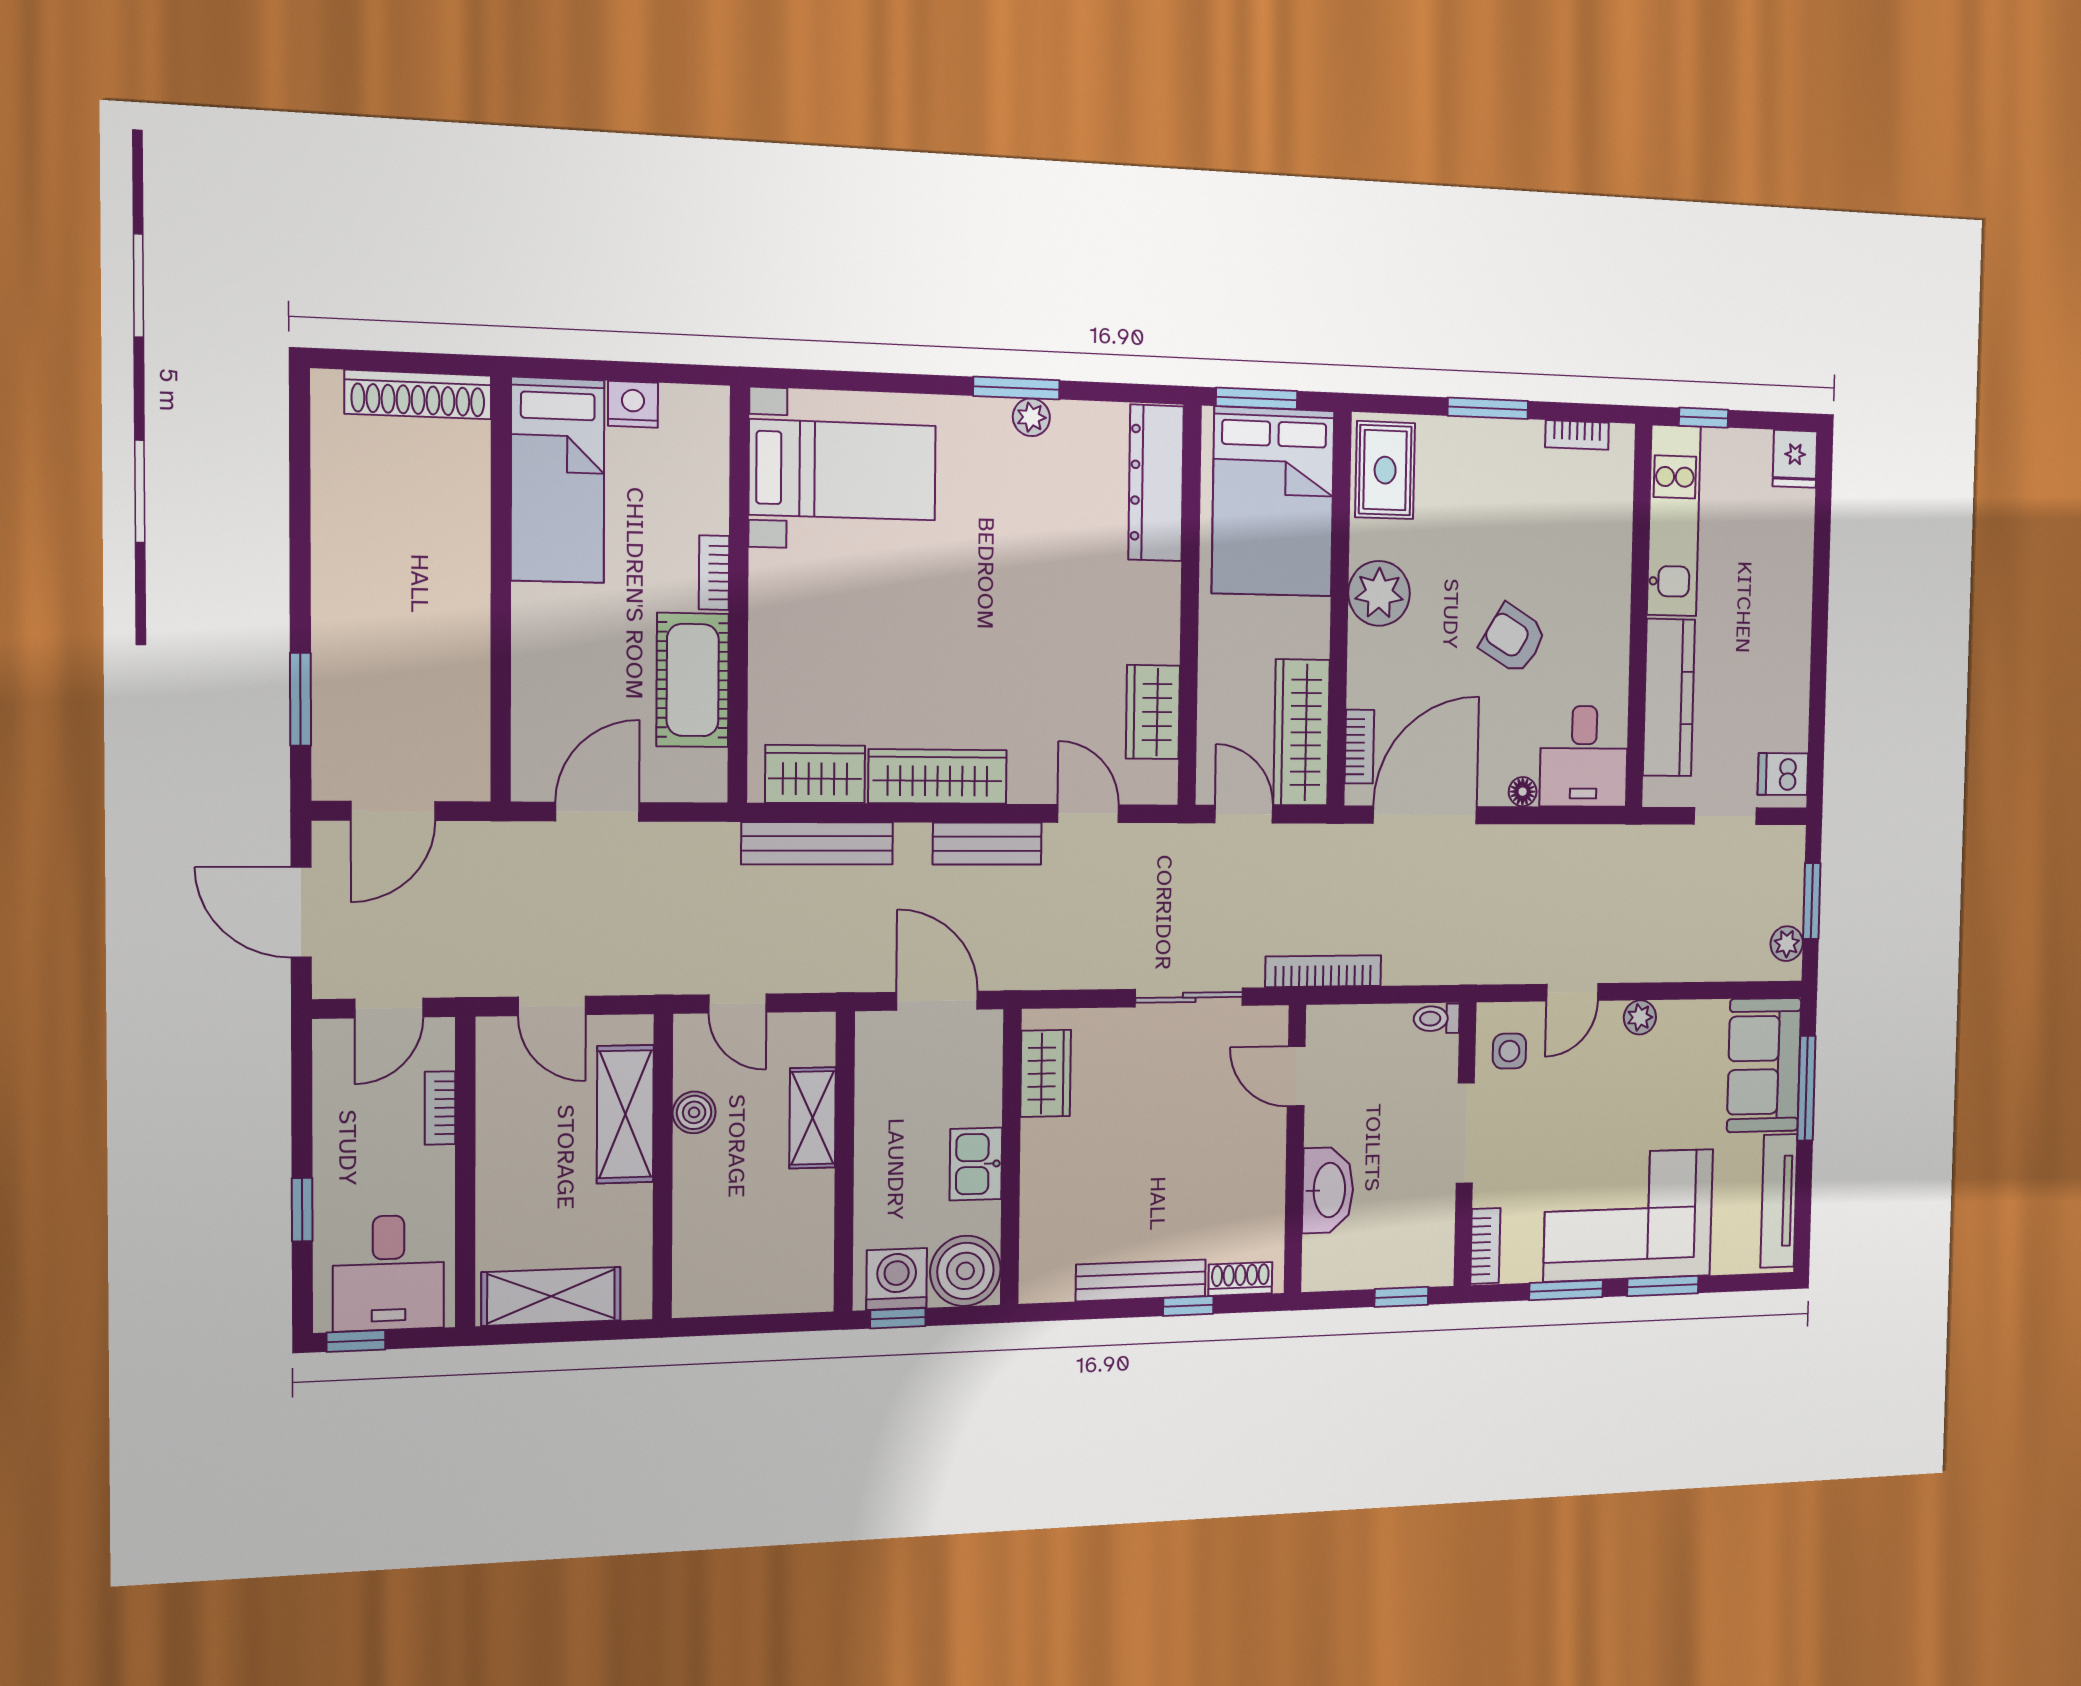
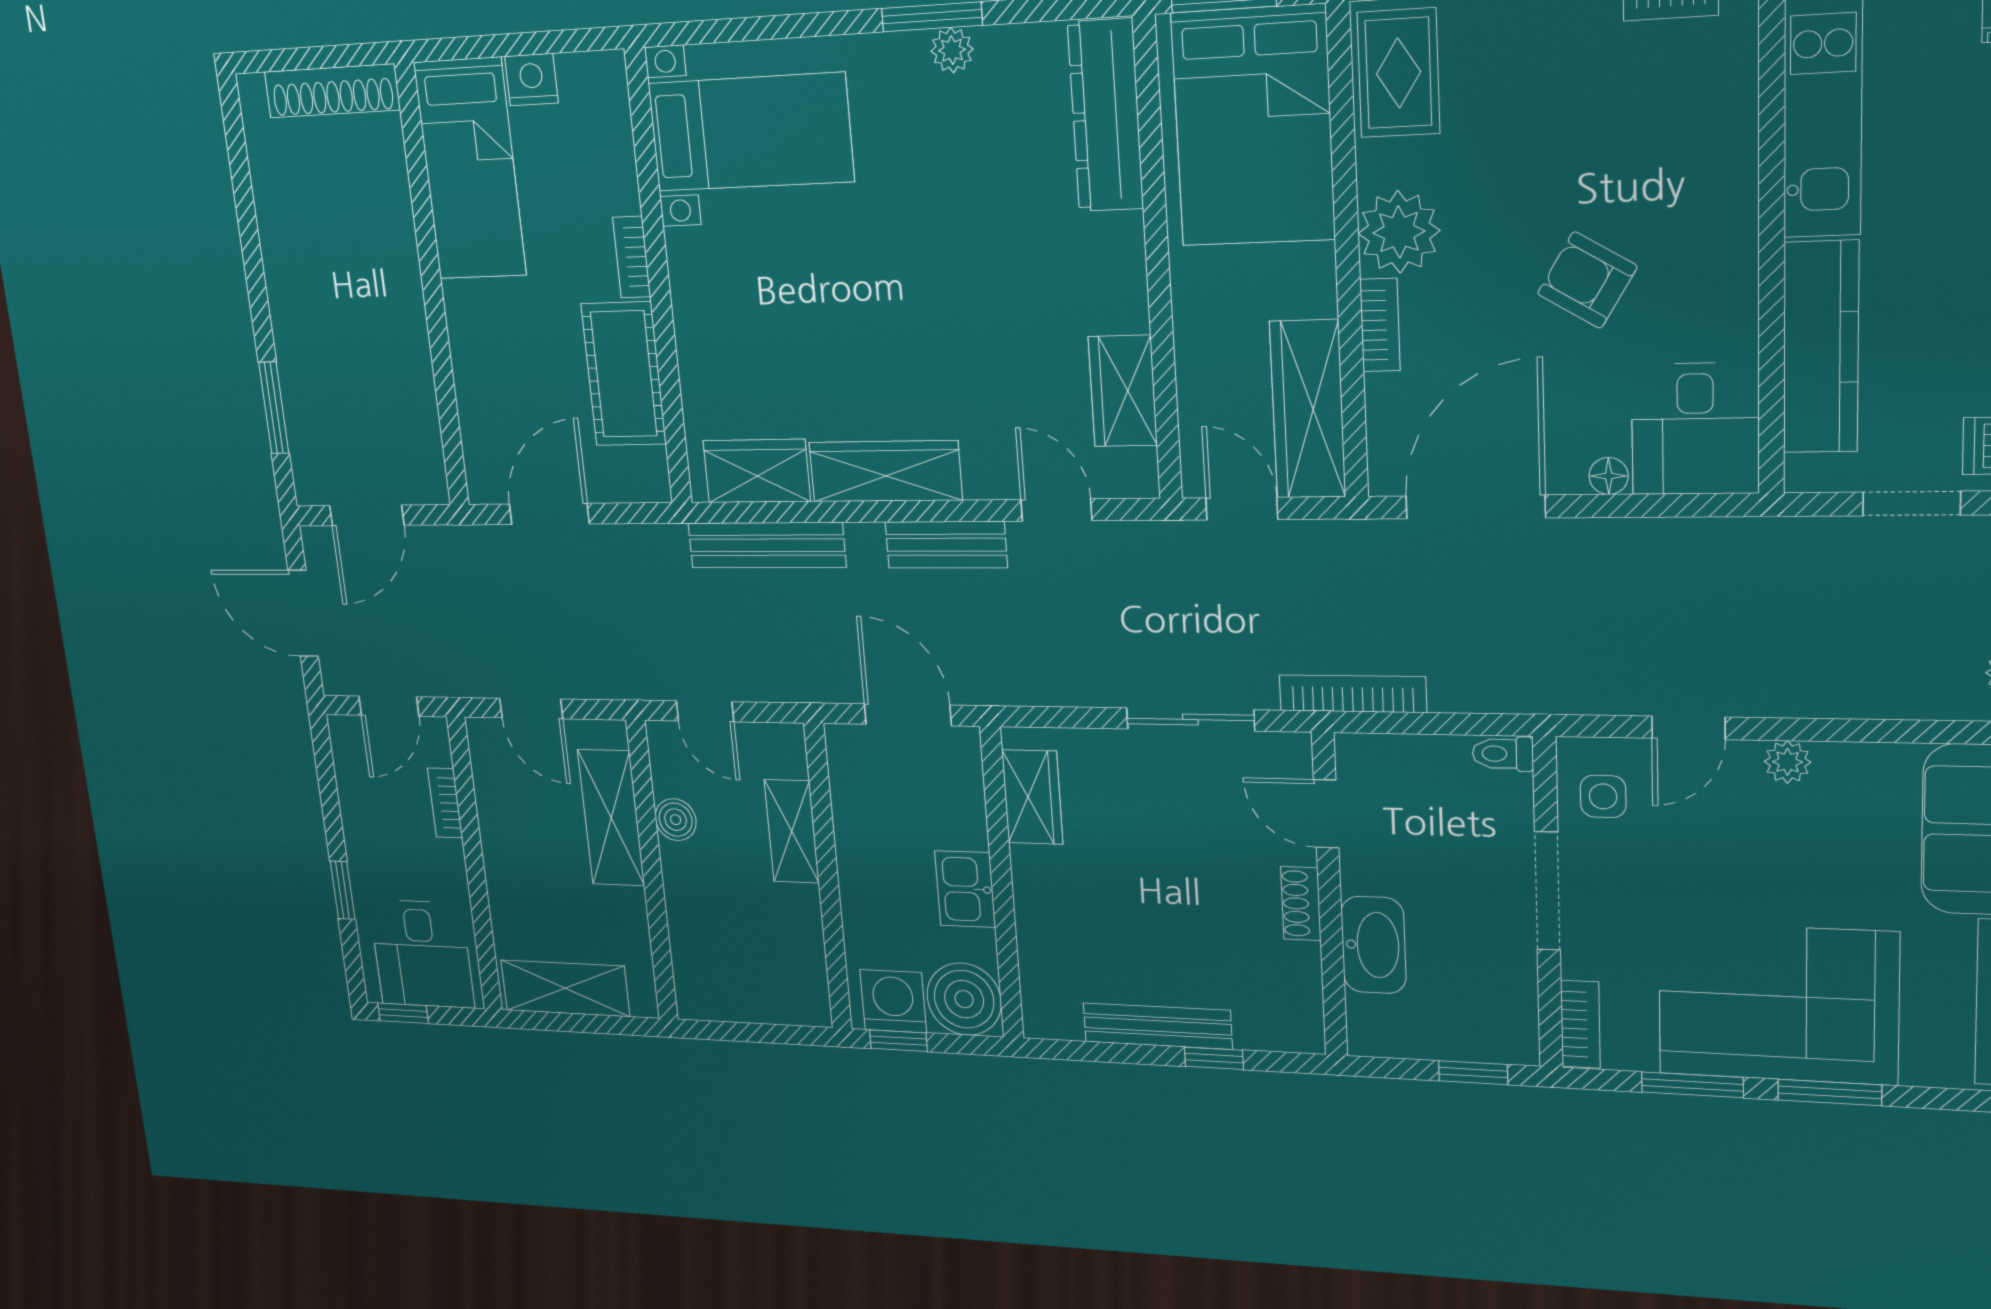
bookcase: (1359, 747) -> (1380, 325), moved
shoe rack: (1240, 1279) -> (1301, 904), moved, turned -90

